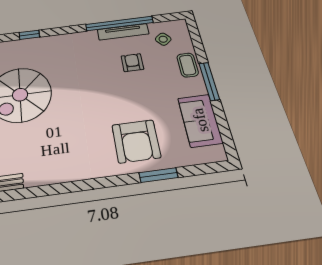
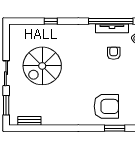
armchair: (136, 141) -> (106, 106), turned -90

